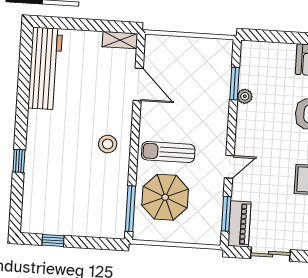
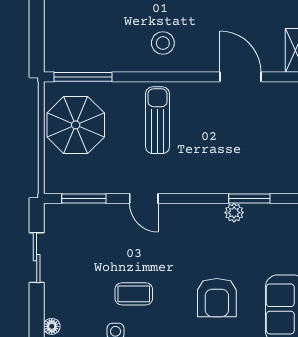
door: (138, 84) -> (241, 77), swing flipped
parasol: (165, 197) -> (76, 125), moved
piano: (239, 224) -> (72, 216), removed

